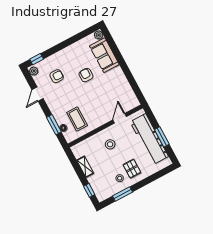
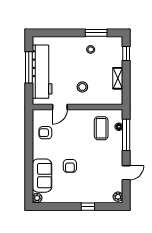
window: (37, 59) -> (88, 207), moved
armchair: (57, 76) -> (45, 133), moved
window: (54, 125) -> (126, 135), width x1.44
window: (162, 137) -> (29, 67), width x1.44
pallet: (132, 169) -> (74, 52), removed

